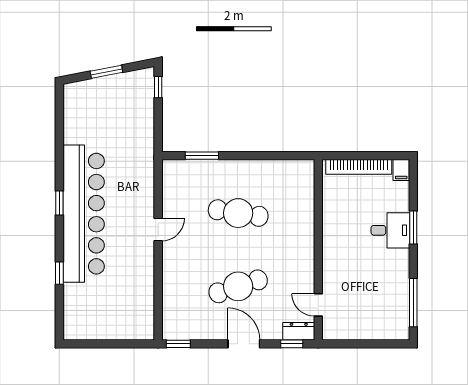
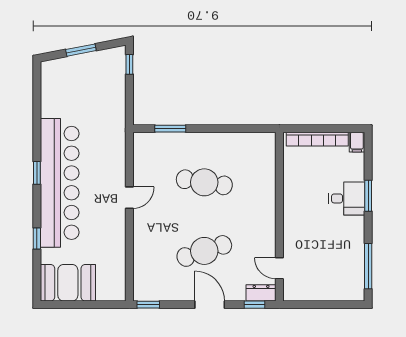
booth: (92, 320) -> (68, 283), added

